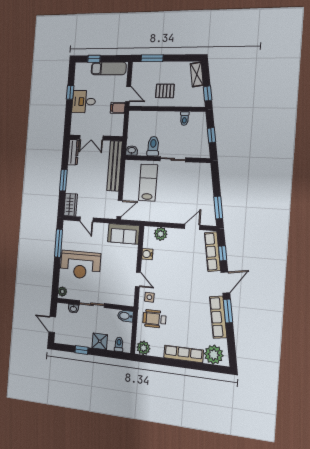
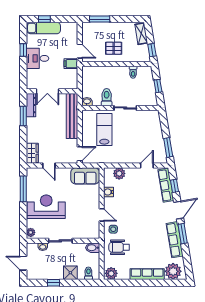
exam couch: (109, 68) -> (44, 28), moved
window: (63, 180) -> (23, 116), moved
reception desk: (80, 265) -> (46, 207), turned 180

